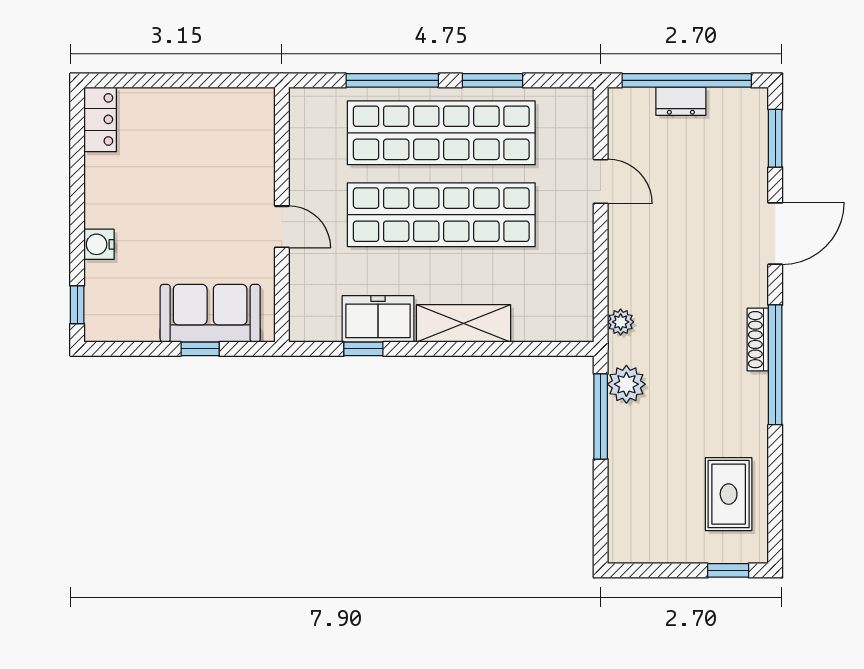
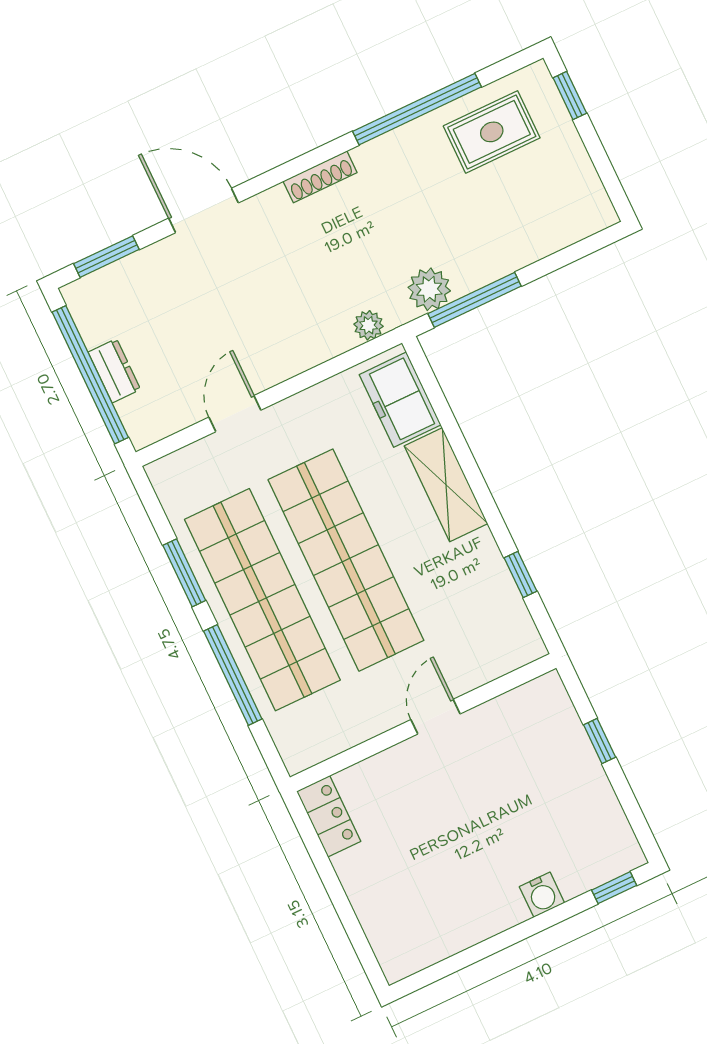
locker: (100, 119) -> (329, 816), moved, turned 90
sofa: (210, 313) -> (558, 748), removed
freezer: (378, 319) -> (400, 400), moved
window: (775, 365) -> (417, 109), moved

